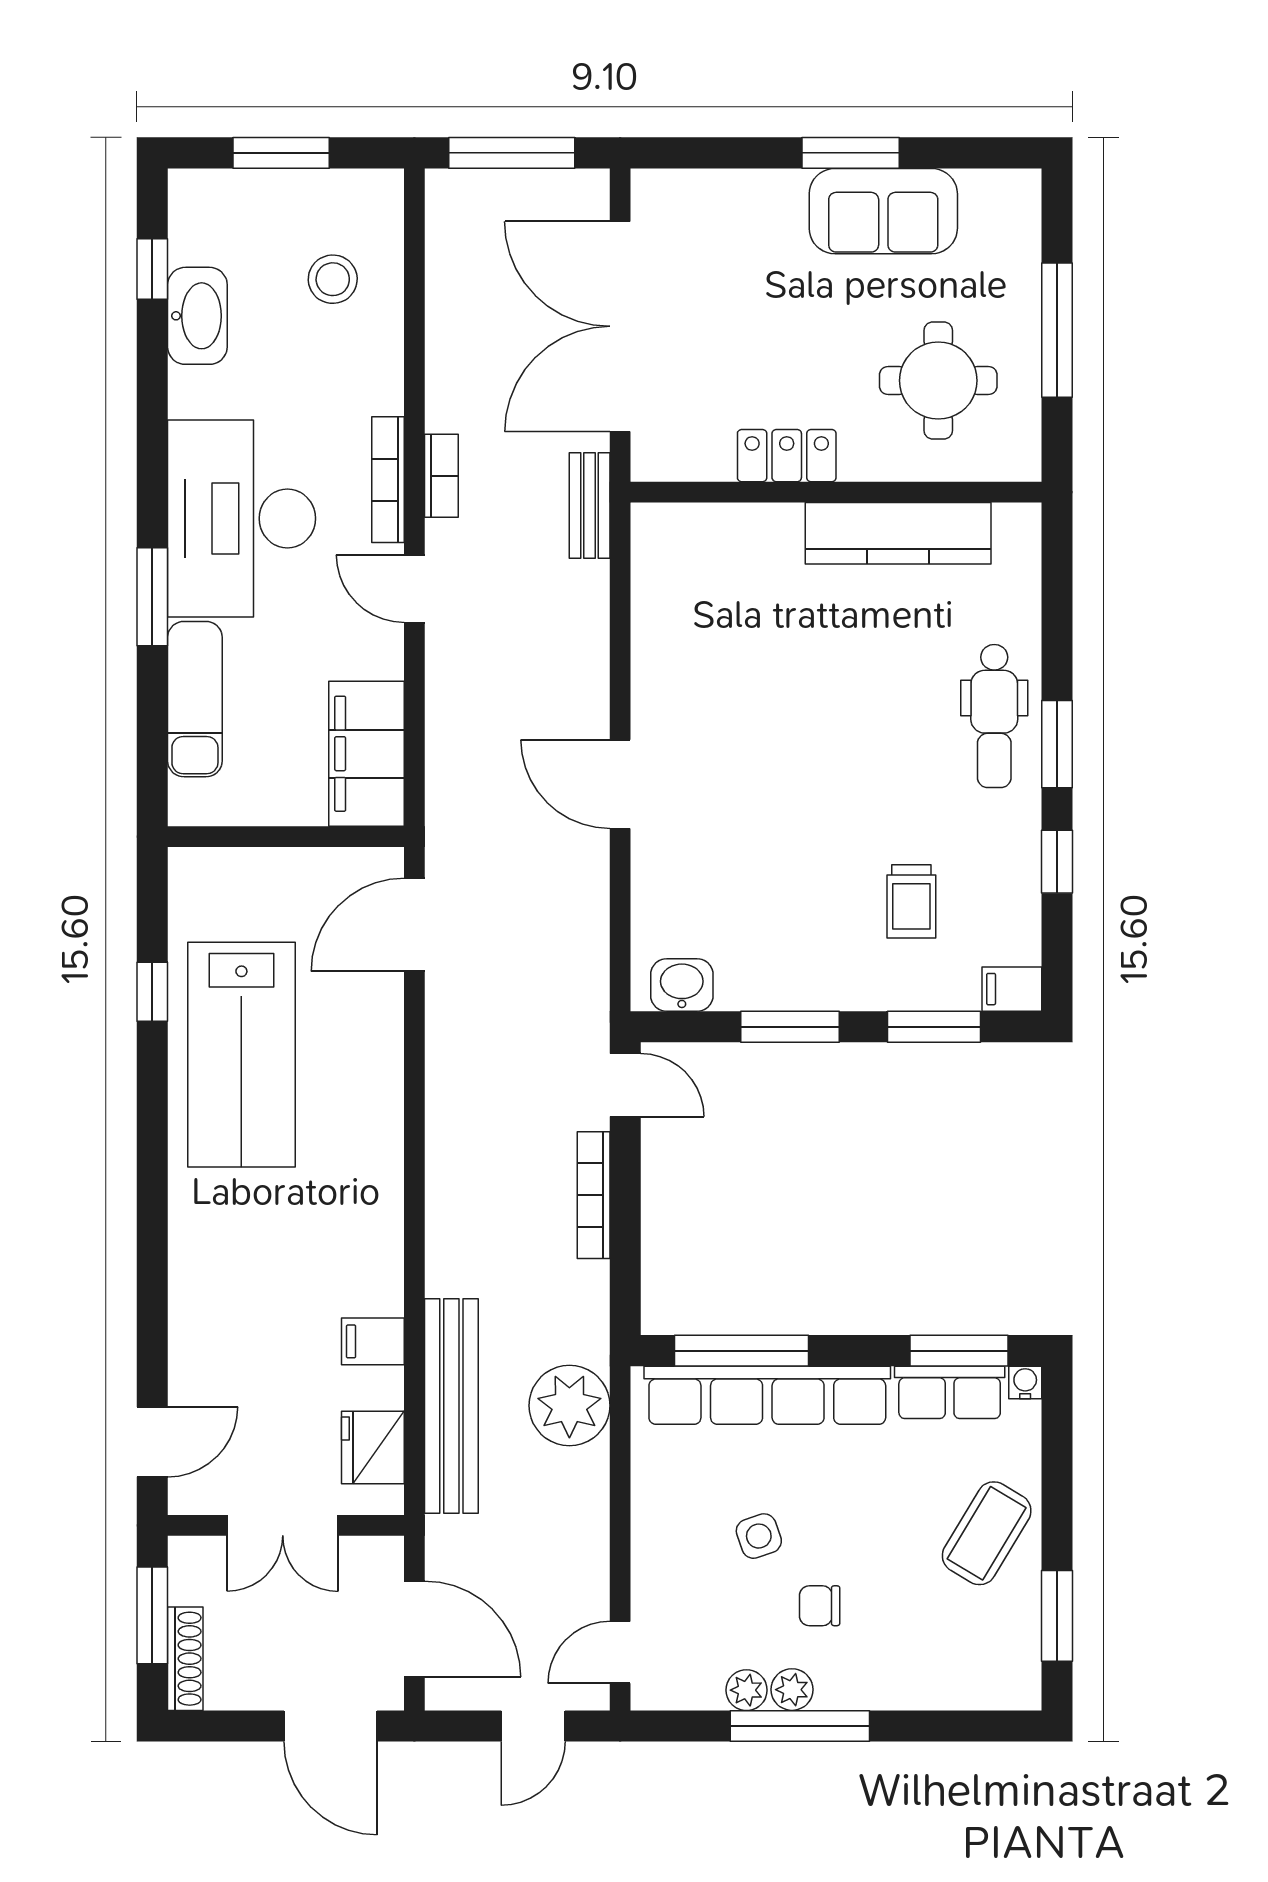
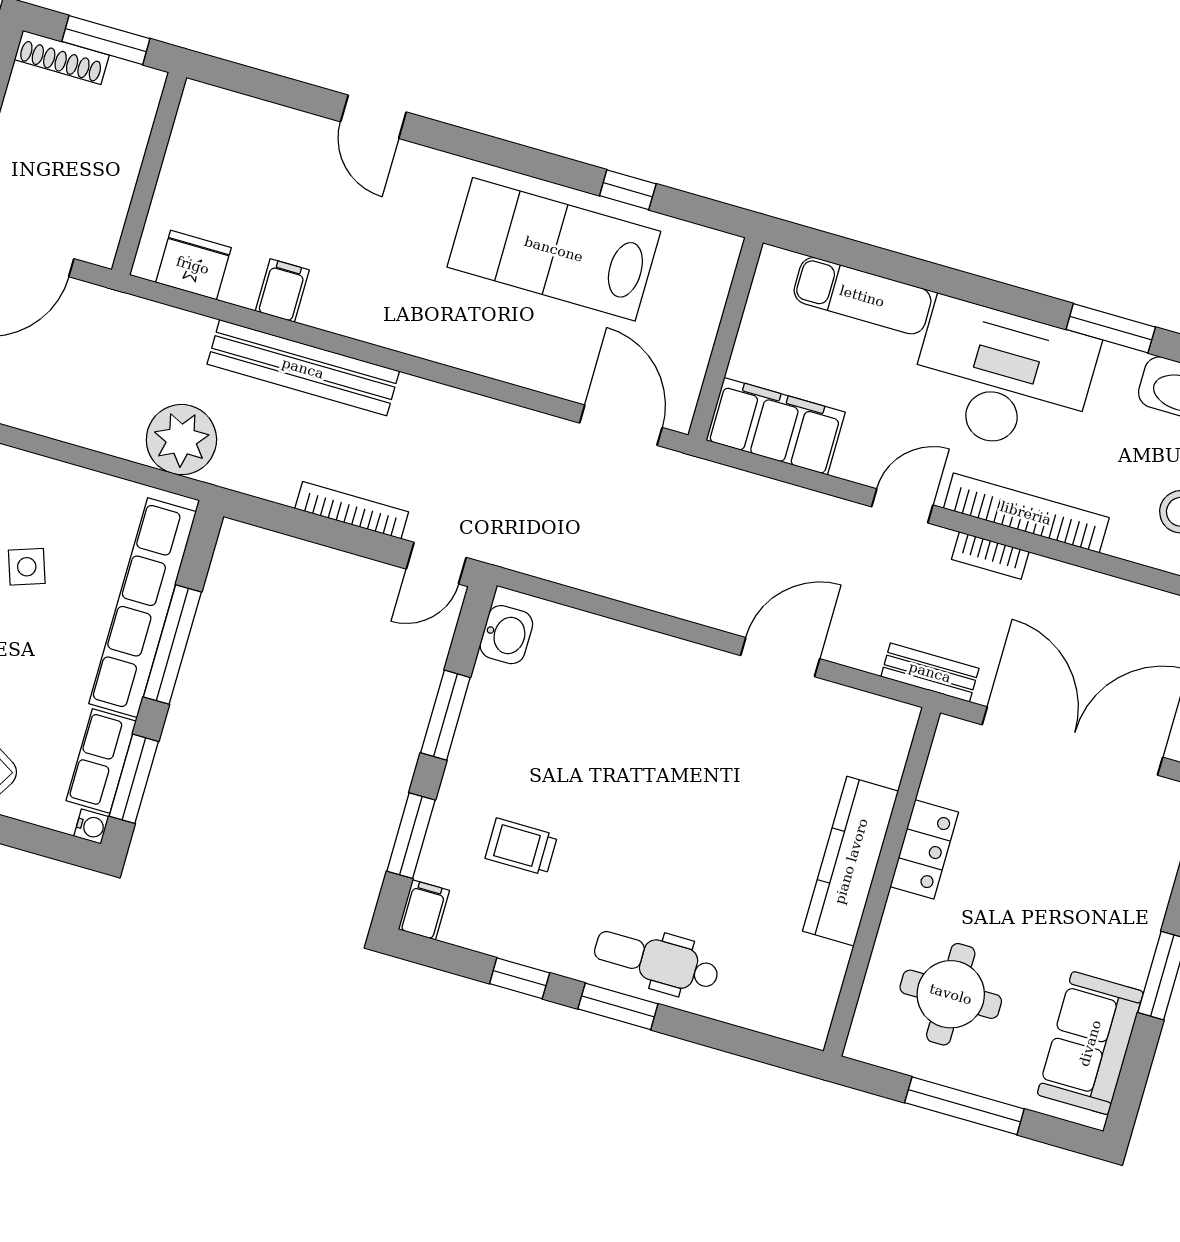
sofa: (883, 211) -> (1090, 1043), moved
bookcase: (388, 480) -> (1026, 513), width x1.48, depth x1.31
kitchen counter: (898, 533) -> (851, 861), moved
window: (152, 597) -> (1111, 328), moved
door: (620, 784) -> (780, 657), moved
window: (741, 1351) -> (172, 644), moved
bench: (451, 1406) -> (303, 368), moved
door: (152, 1442) -> (373, 117), moved
double door: (283, 1525) -> (150, 171), removed

